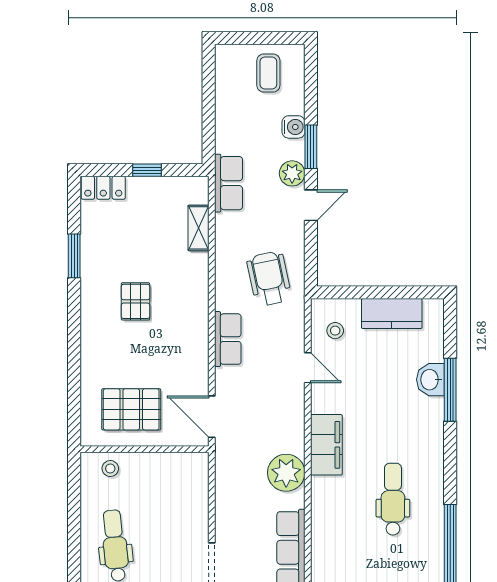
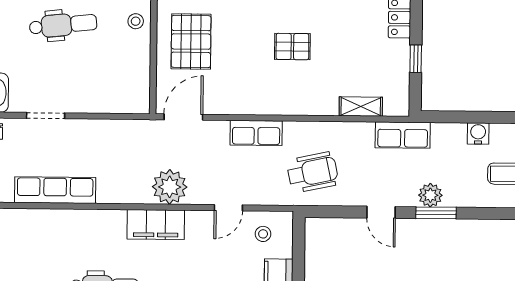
water cooler: (293, 127) -> (478, 133), moved, turned 180
plant: (292, 173) -> (430, 195), moved
plant: (286, 473) -> (170, 187), moved

